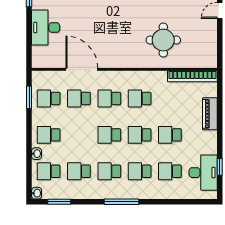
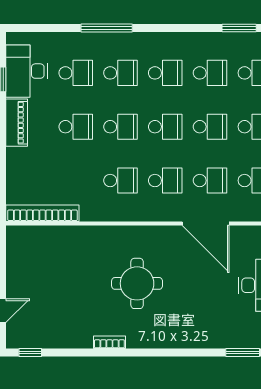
round table: (163, 40) -> (137, 283), moved
piano: (210, 114) -> (17, 123), moved
school desk: (79, 135) -> (210, 127), added
window: (122, 202) -> (107, 28), moved

